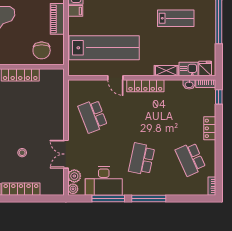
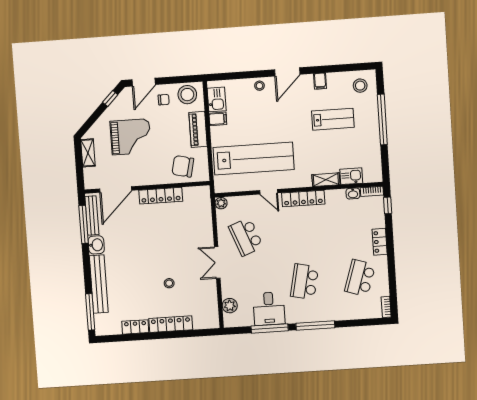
chair: (42, 50) -> (183, 166), turned 103
fridge: (205, 69) -> (370, 174), removed
double door: (66, 154) -> (217, 262), moved
school desk: (191, 159) -> (360, 278), turned 42
desk: (104, 181) -> (269, 309), width x0.73
plant: (73, 189) -> (221, 203), moved

